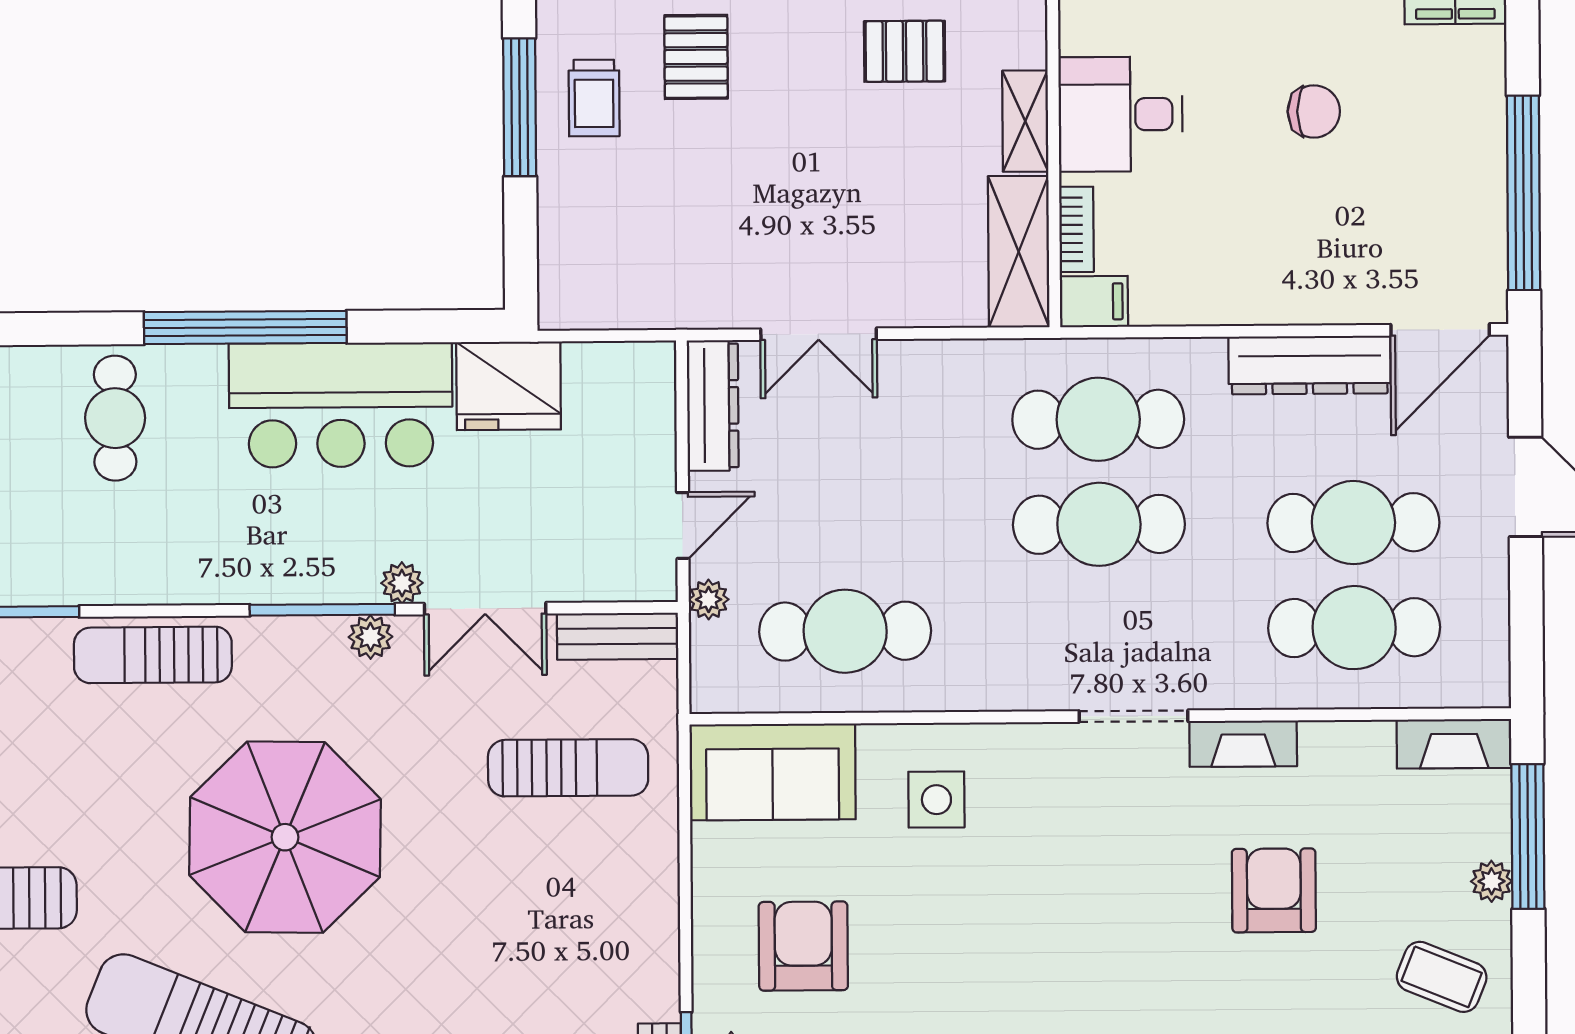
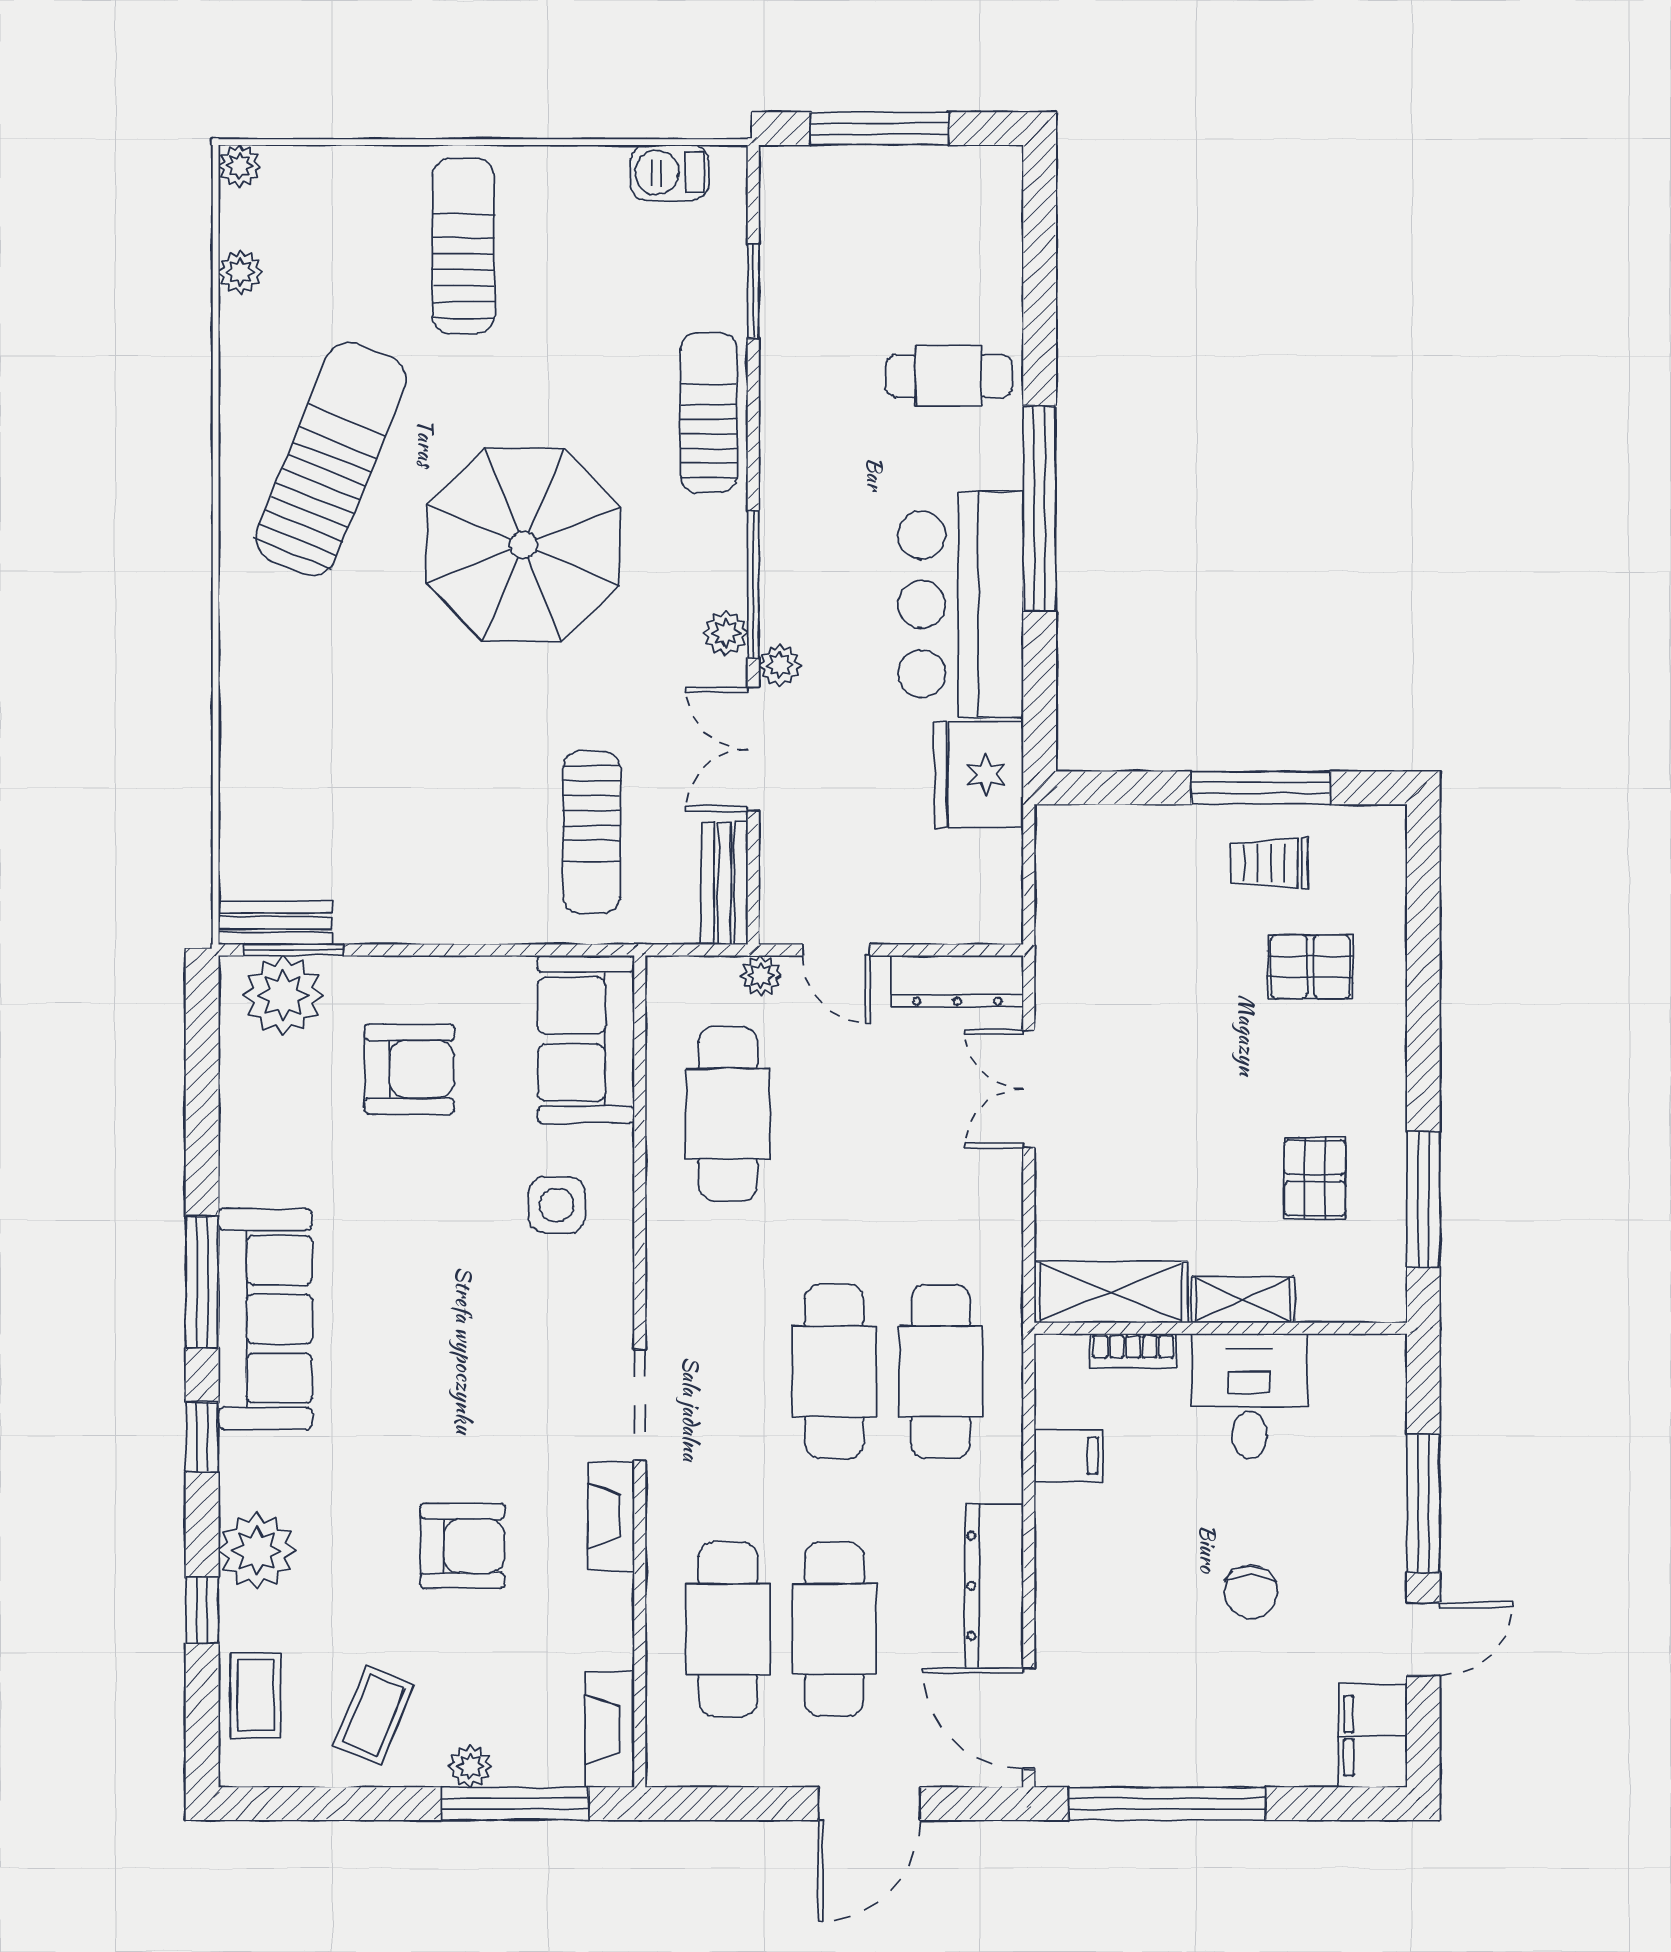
filing cabinet: (1094, 301) -> (1069, 1456), moved, turned -90

